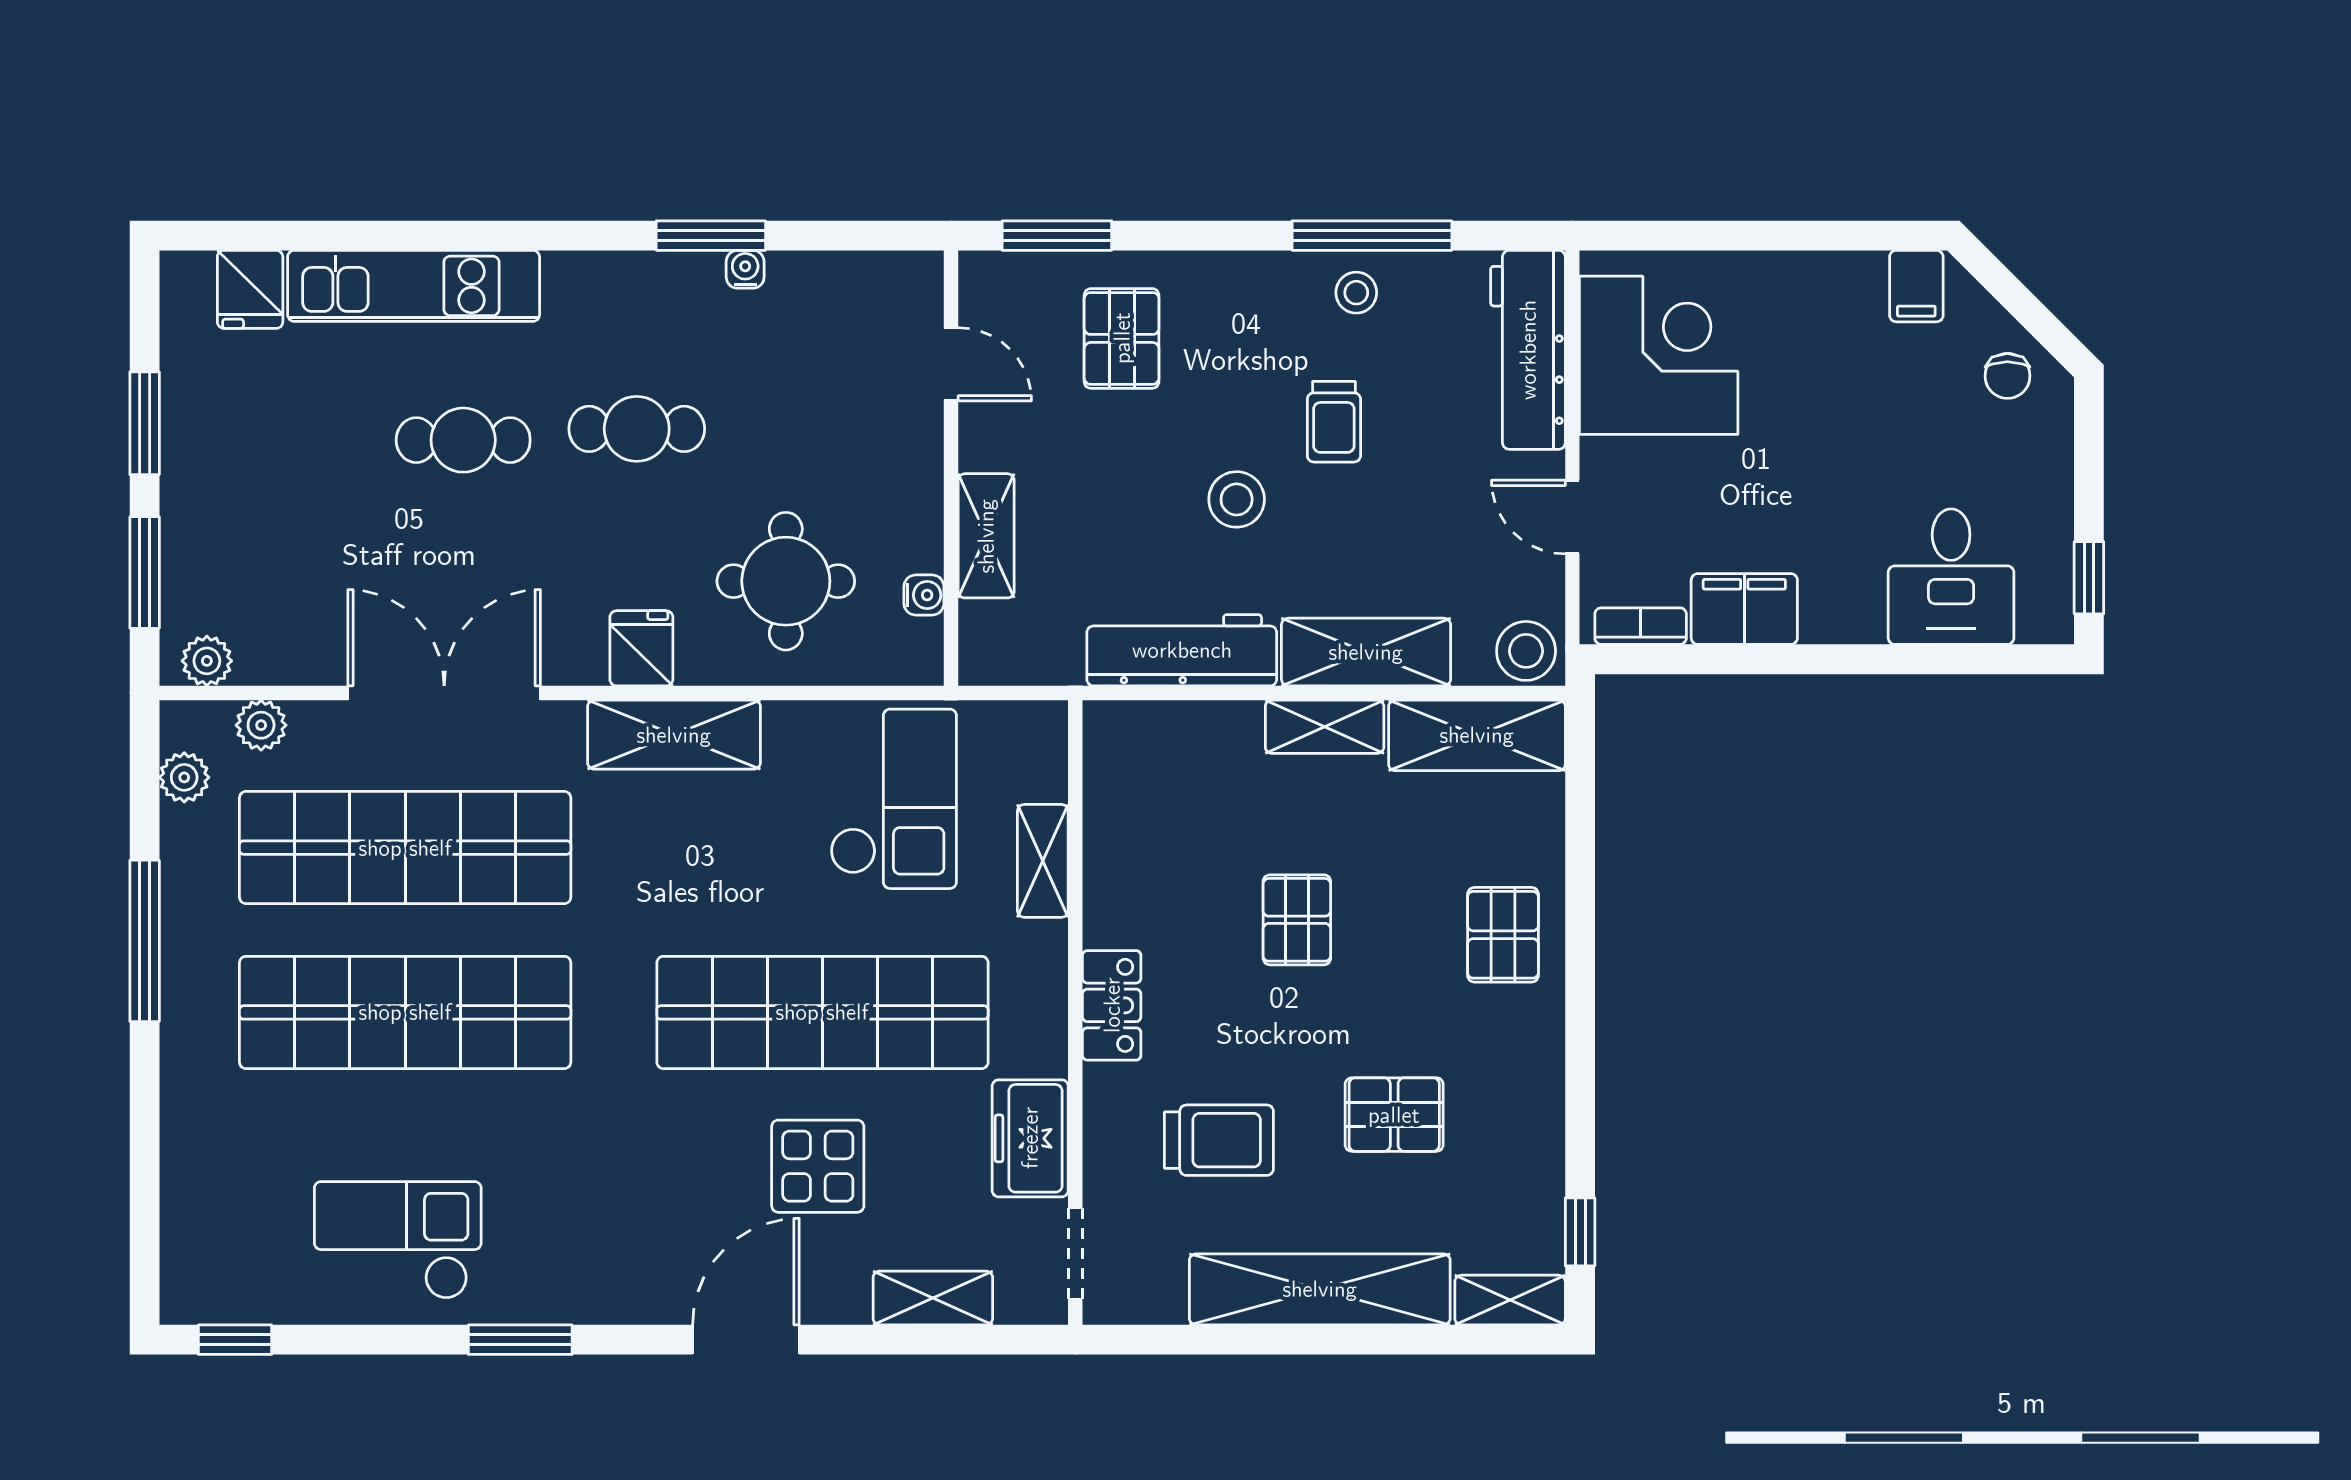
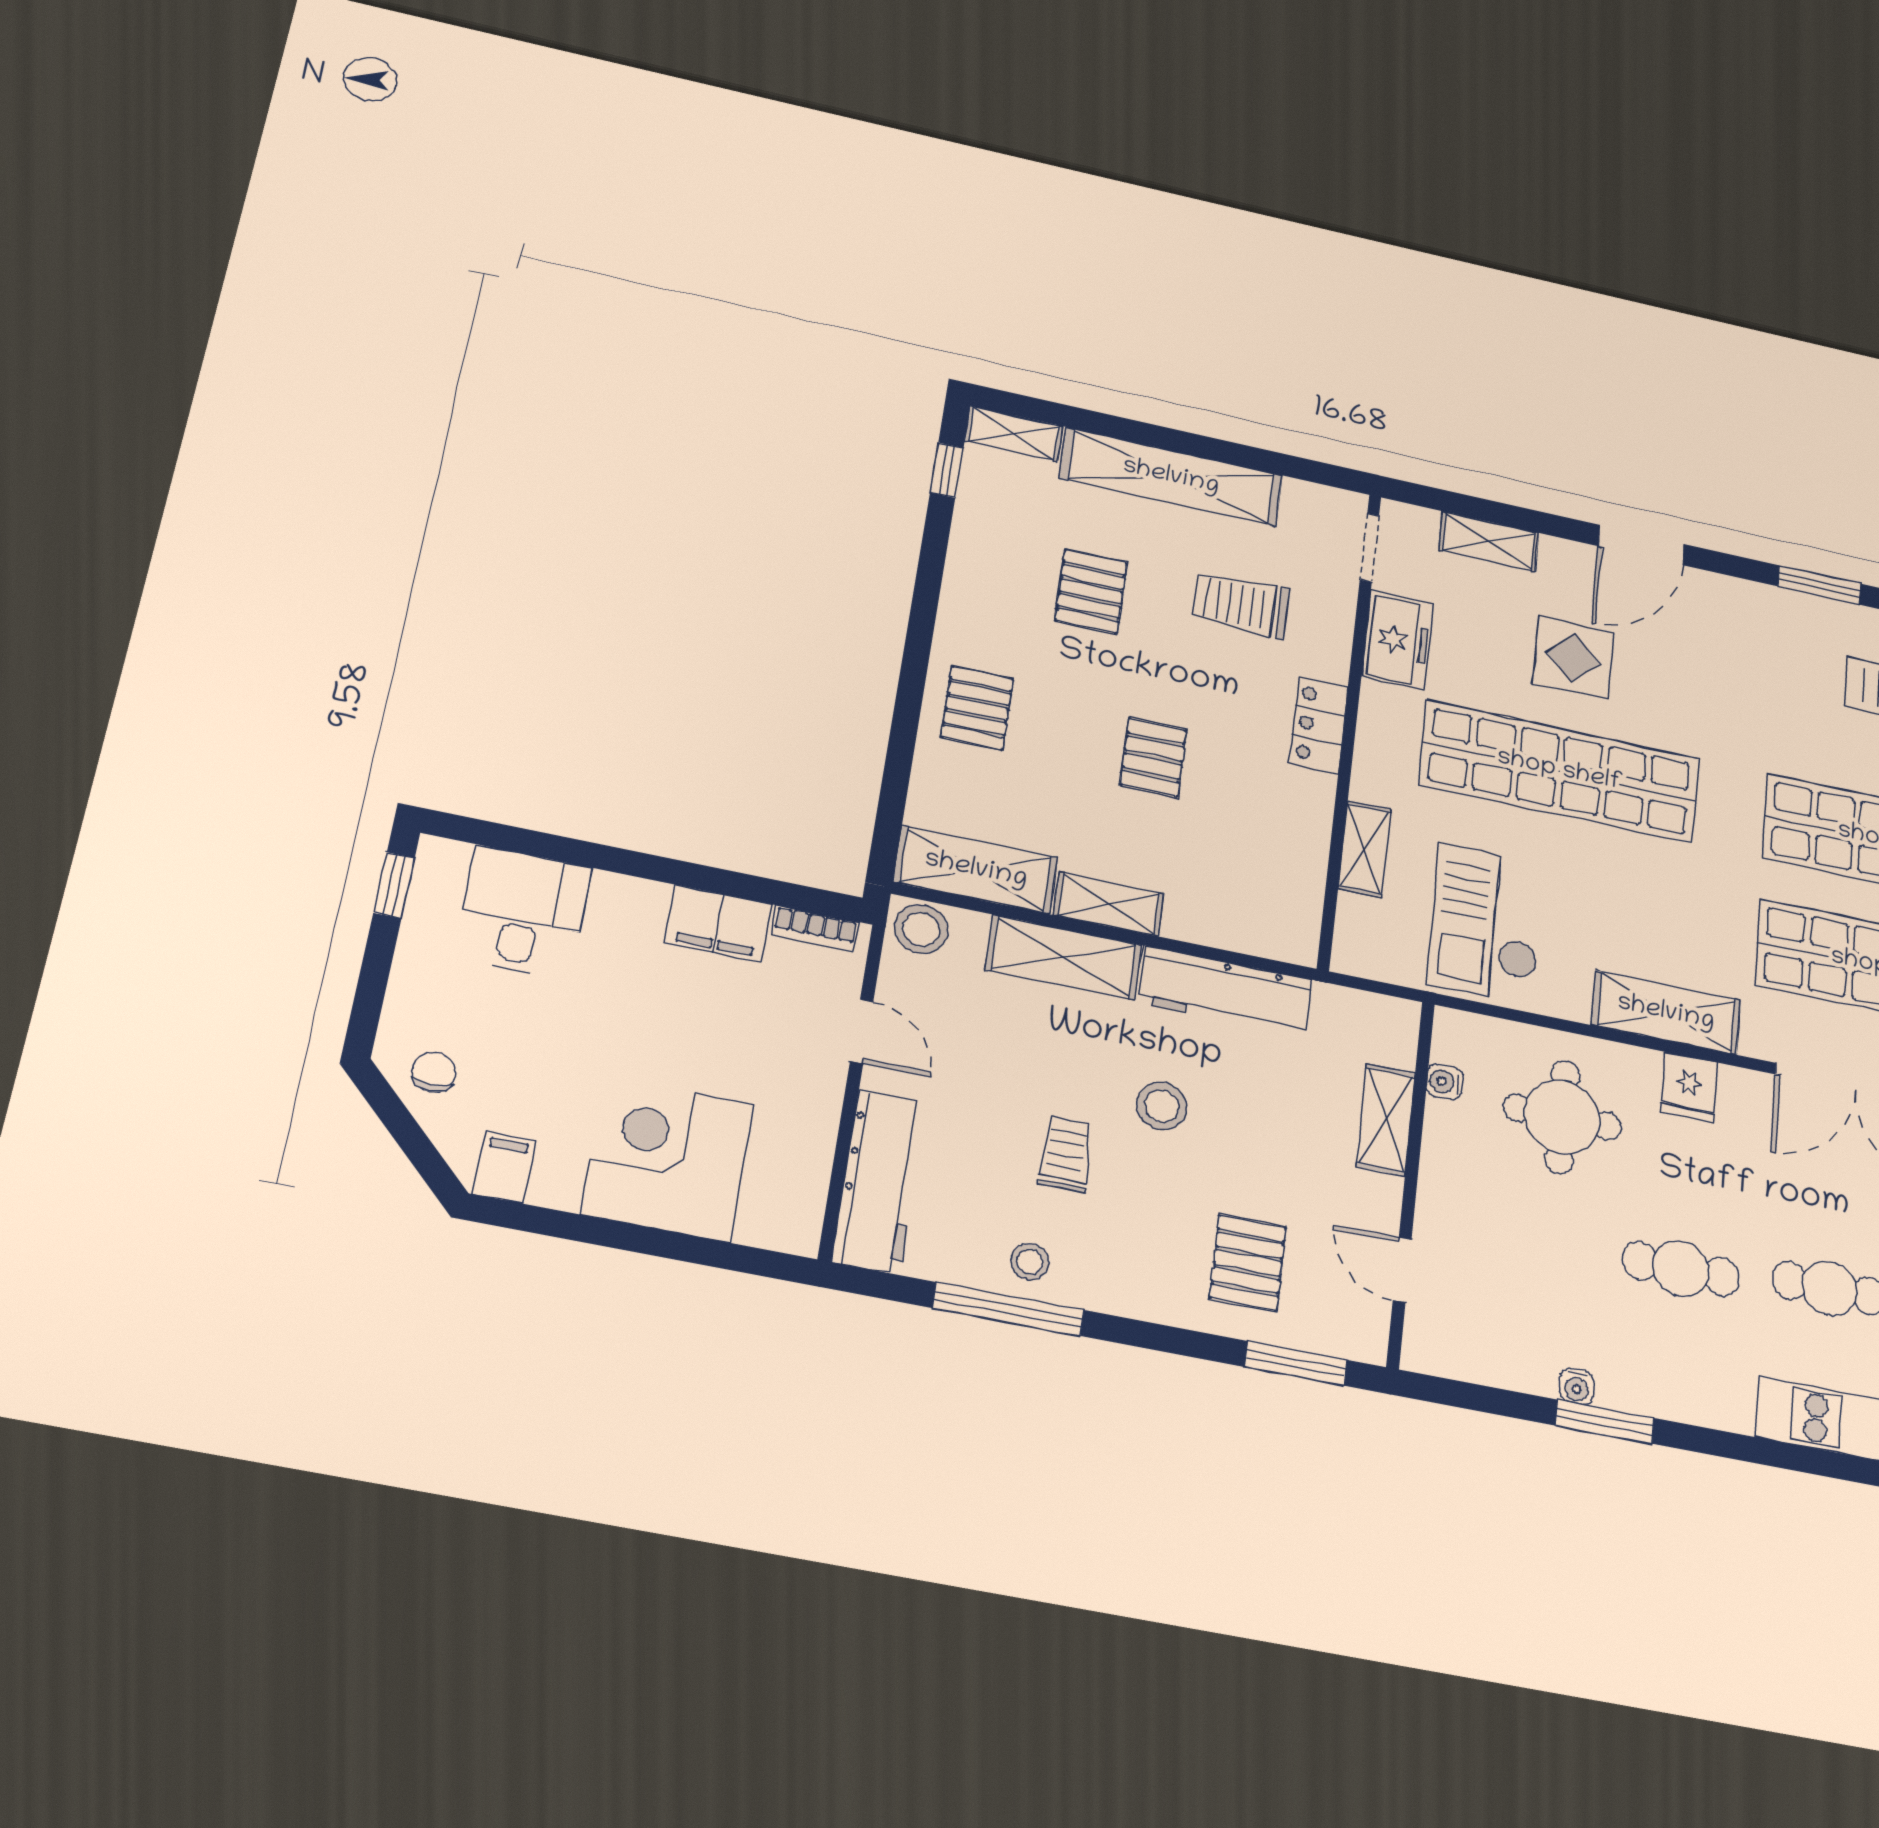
corner desk: (1659, 355) -> (668, 1159), moved, turned 90
pallet: (1394, 1115) -> (1091, 592), turned 90

